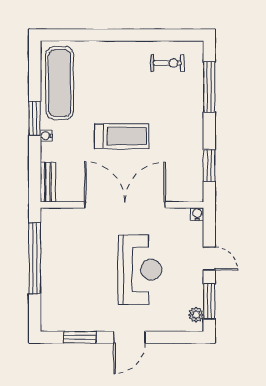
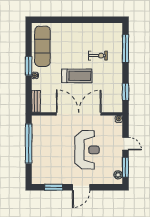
exercise bike: (167, 63) -> (98, 56), moved

